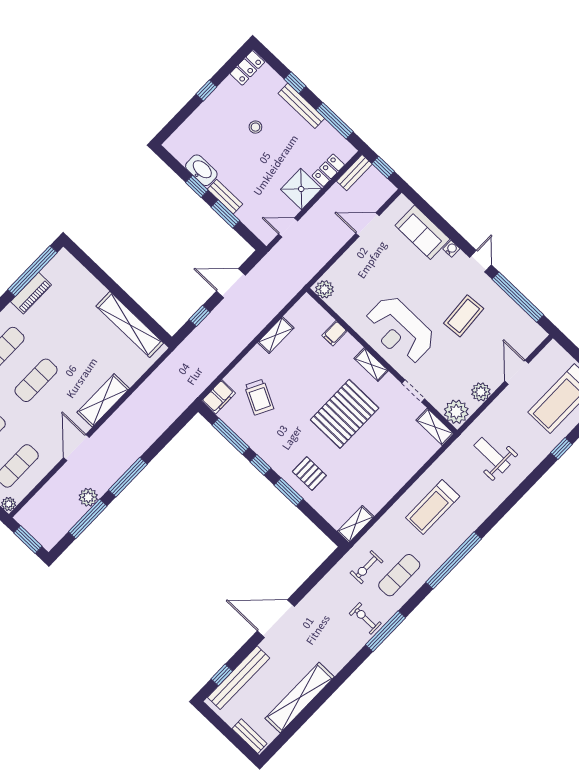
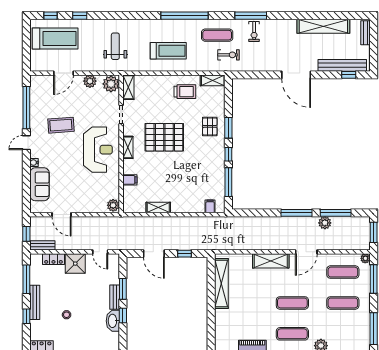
filing cabinet: (219, 397) -> (210, 206), width x0.50
trolley: (259, 397) -> (185, 92), moved, turned 63
weight bench: (492, 455) -> (115, 46), turned 180

